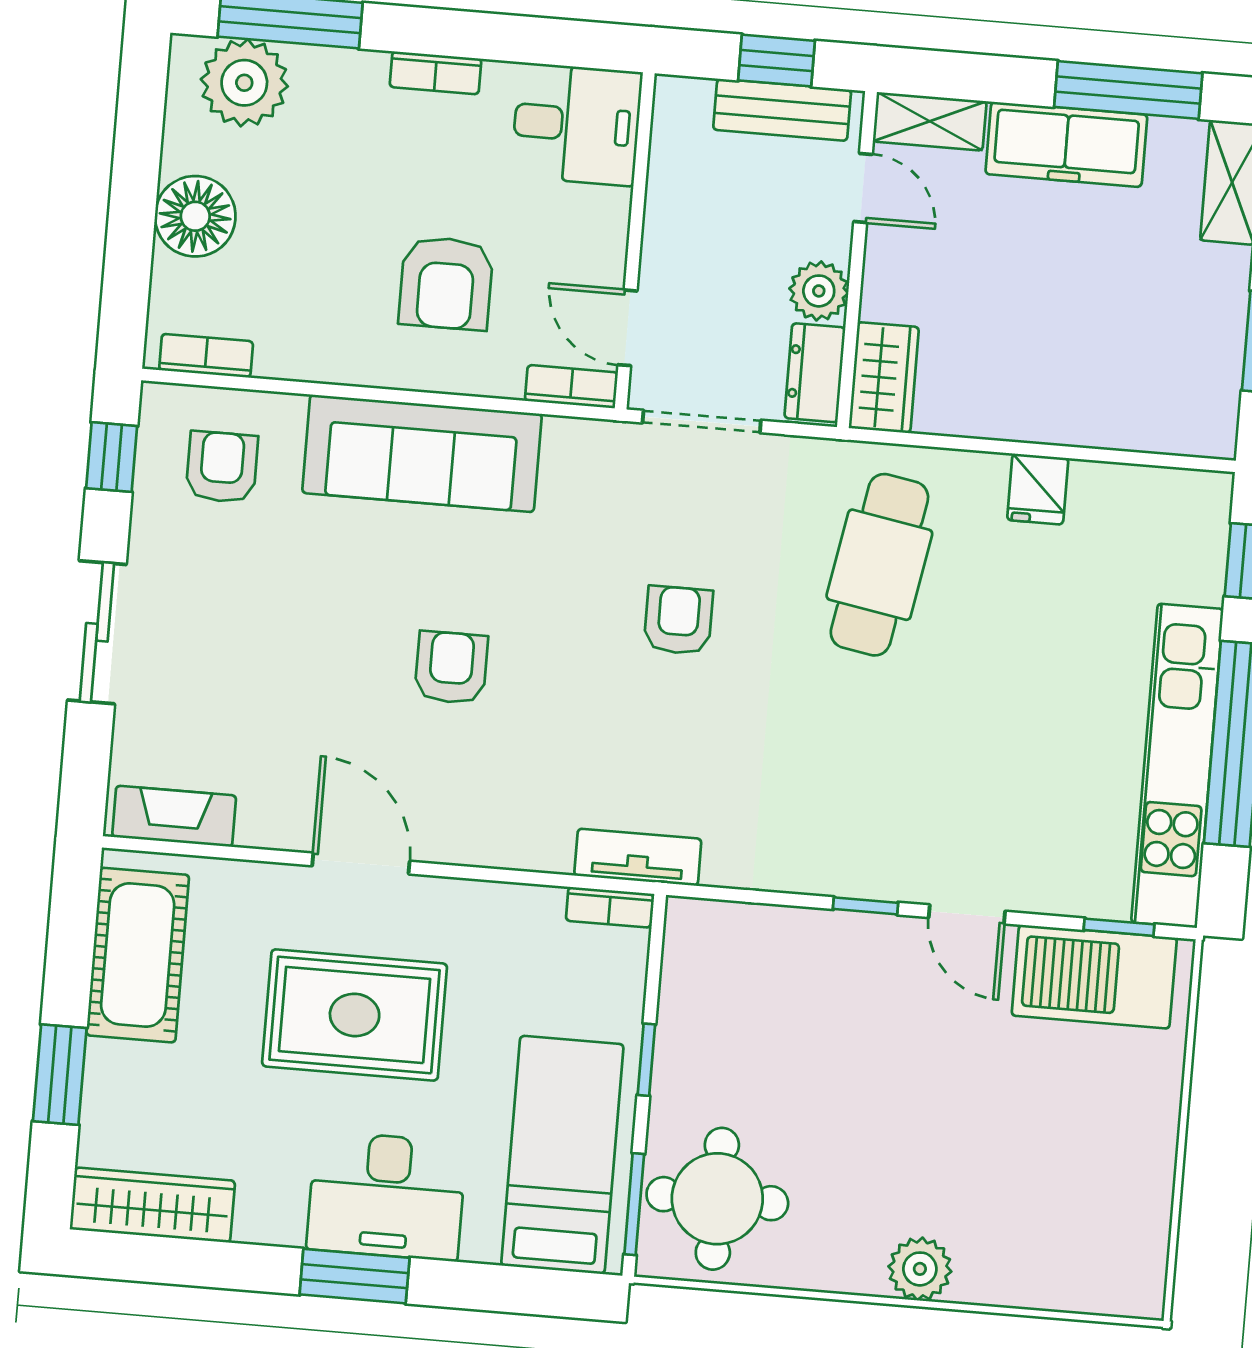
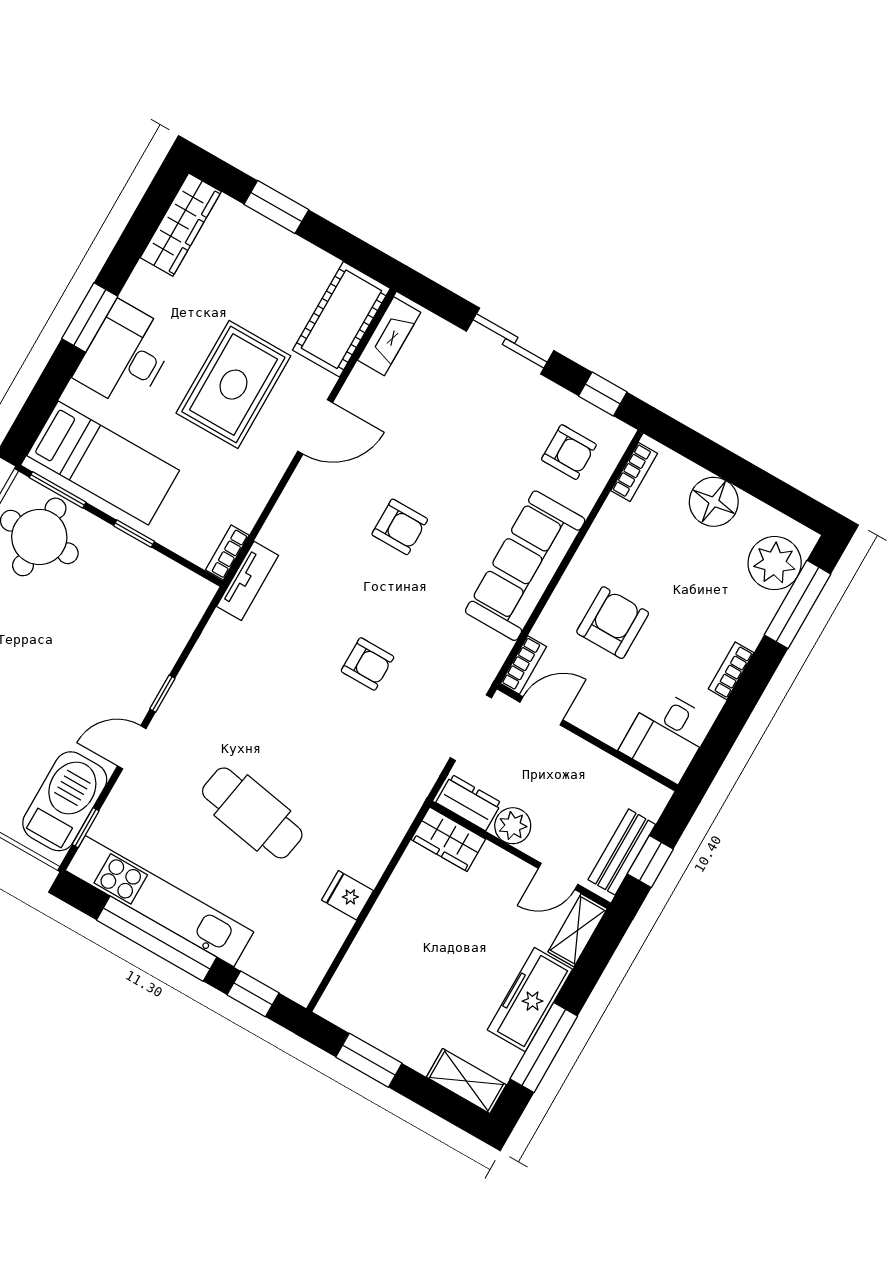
armchair: (446, 283) -> (613, 623), turned 90
cafe table: (879, 565) -> (252, 813), moved
cot: (138, 955) -> (341, 319), moved, turned 90

